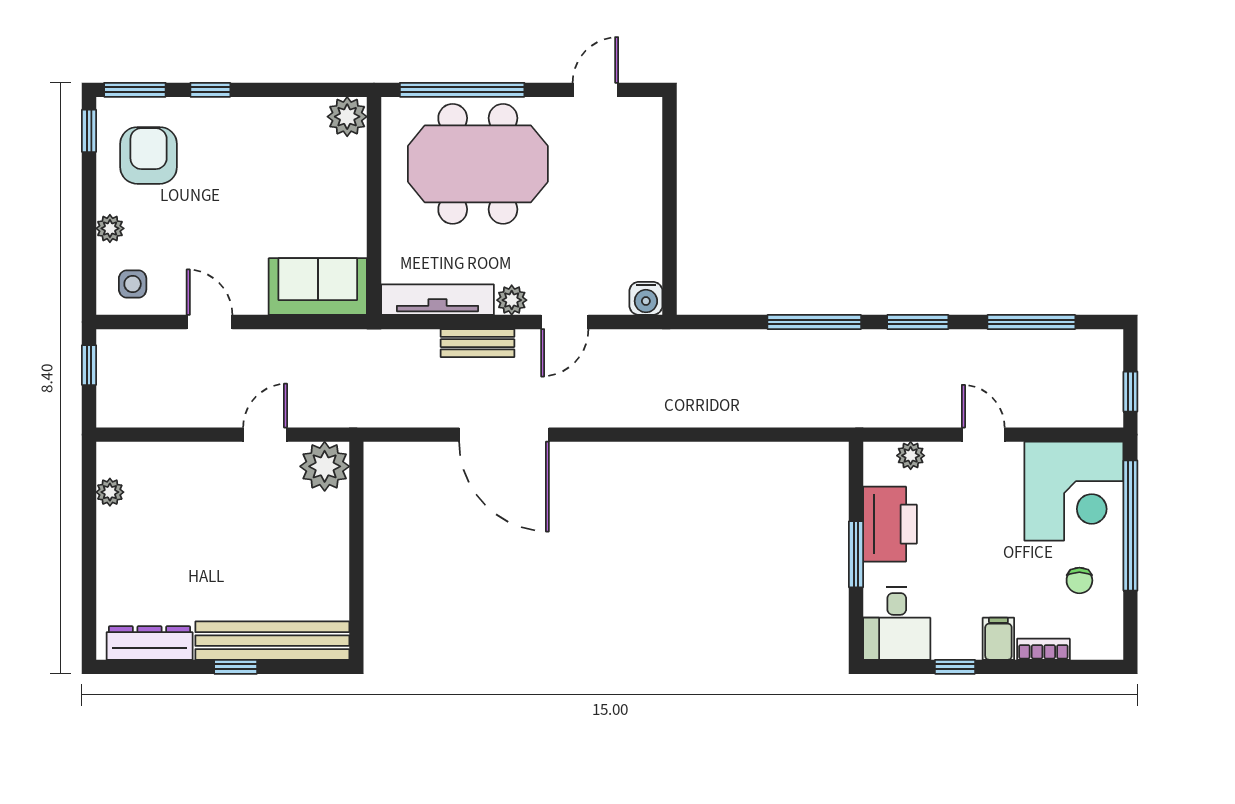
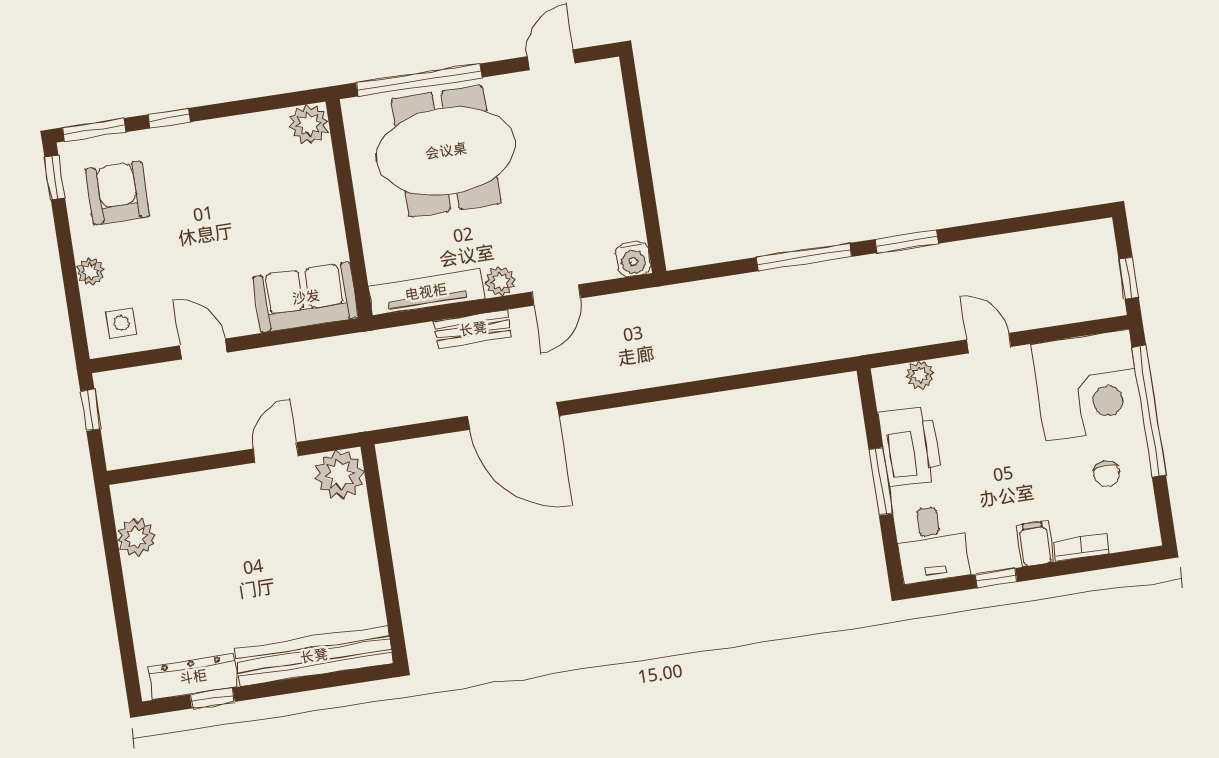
window: (1031, 322) -> (1020, 224), removed
plant: (110, 492) -> (136, 537), width x1.38, depth x1.38
window: (236, 667) -> (212, 698), moved

